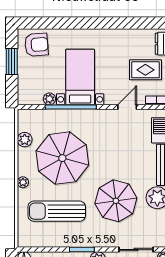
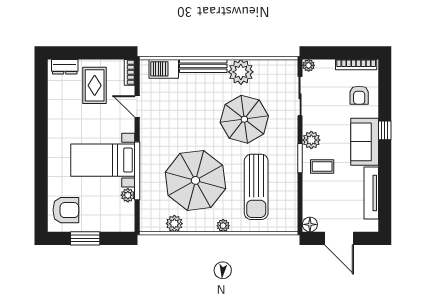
armchair: (36, 45) -> (66, 210), turned 94

